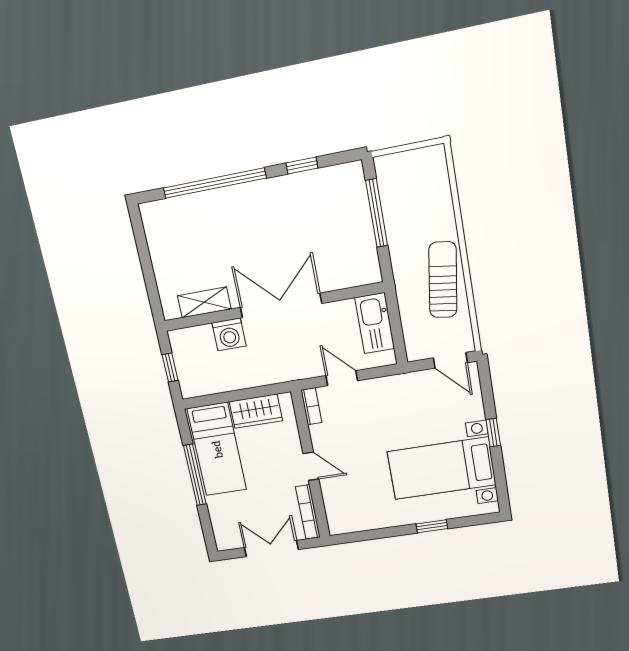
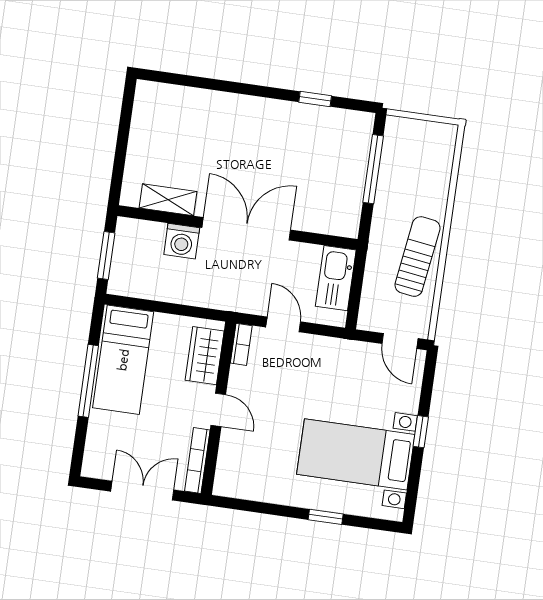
window: (215, 183) -> (223, 86), removed
window: (170, 367) -> (106, 256), width x1.50
wardrobe: (256, 411) -> (205, 356), moved, turned 90

